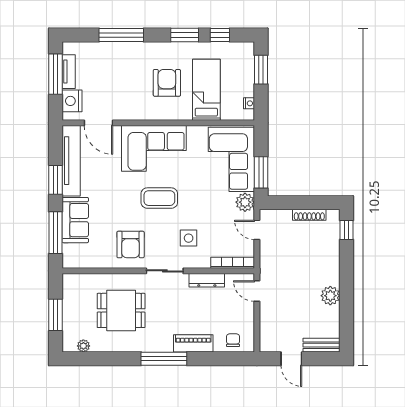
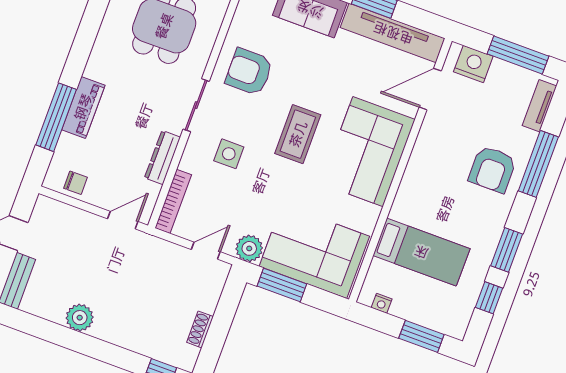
tv unit: (69, 72) -> (540, 106), moved, turned 90
armchair: (167, 83) -> (492, 169), moved, turned 90
shoe rack: (309, 215) -> (200, 329), width x0.70
chair: (233, 340) -> (76, 183), moved
window: (164, 359) -> (56, 117), moved

